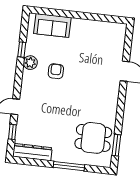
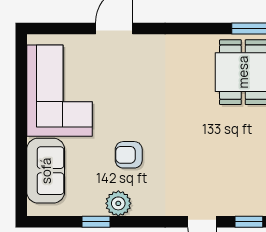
corner sofa: (95, 38) -> (59, 91), added

